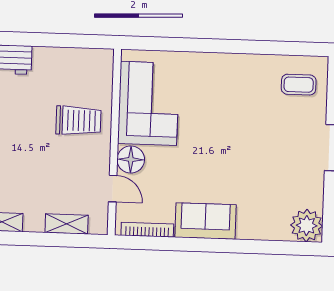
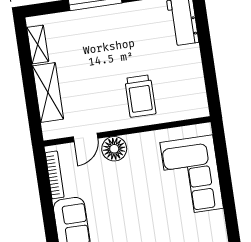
corner sofa: (148, 103) -> (192, 175), moved, turned 90
shelving: (67, 224) -> (48, 92), width x1.50, depth x1.33

